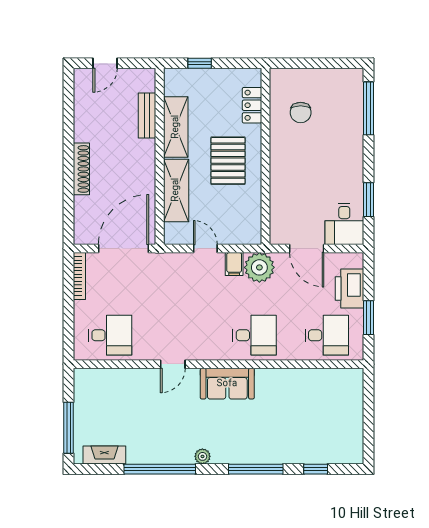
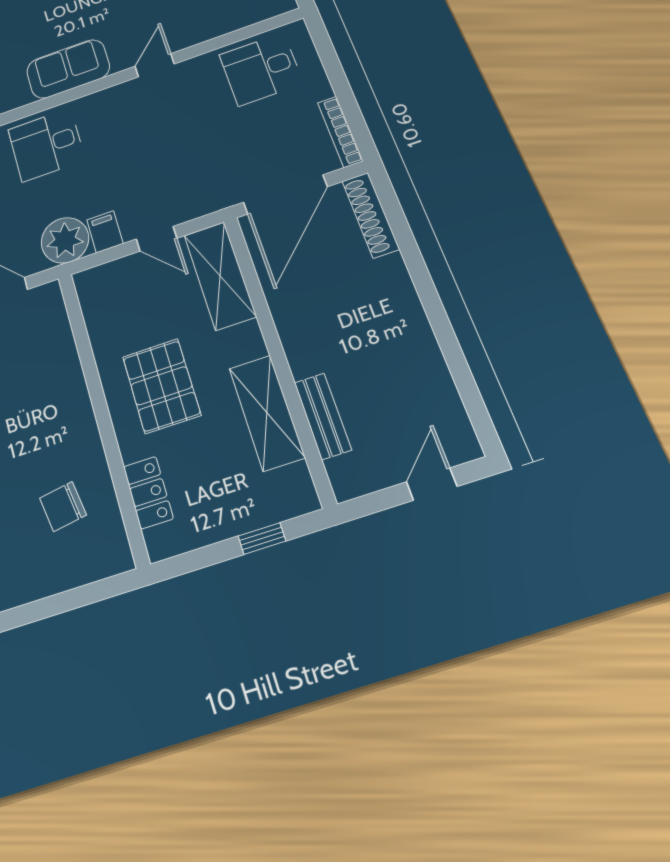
chair: (301, 113) -> (63, 507), turned -99
shoe rack: (81, 169) -> (370, 215), moved
shelving: (176, 190) -> (220, 276), moved

